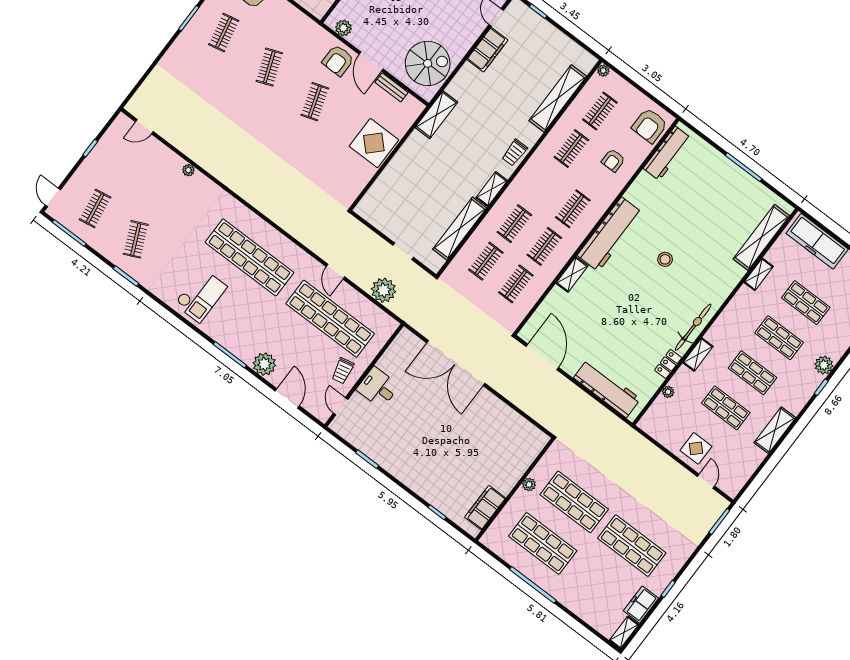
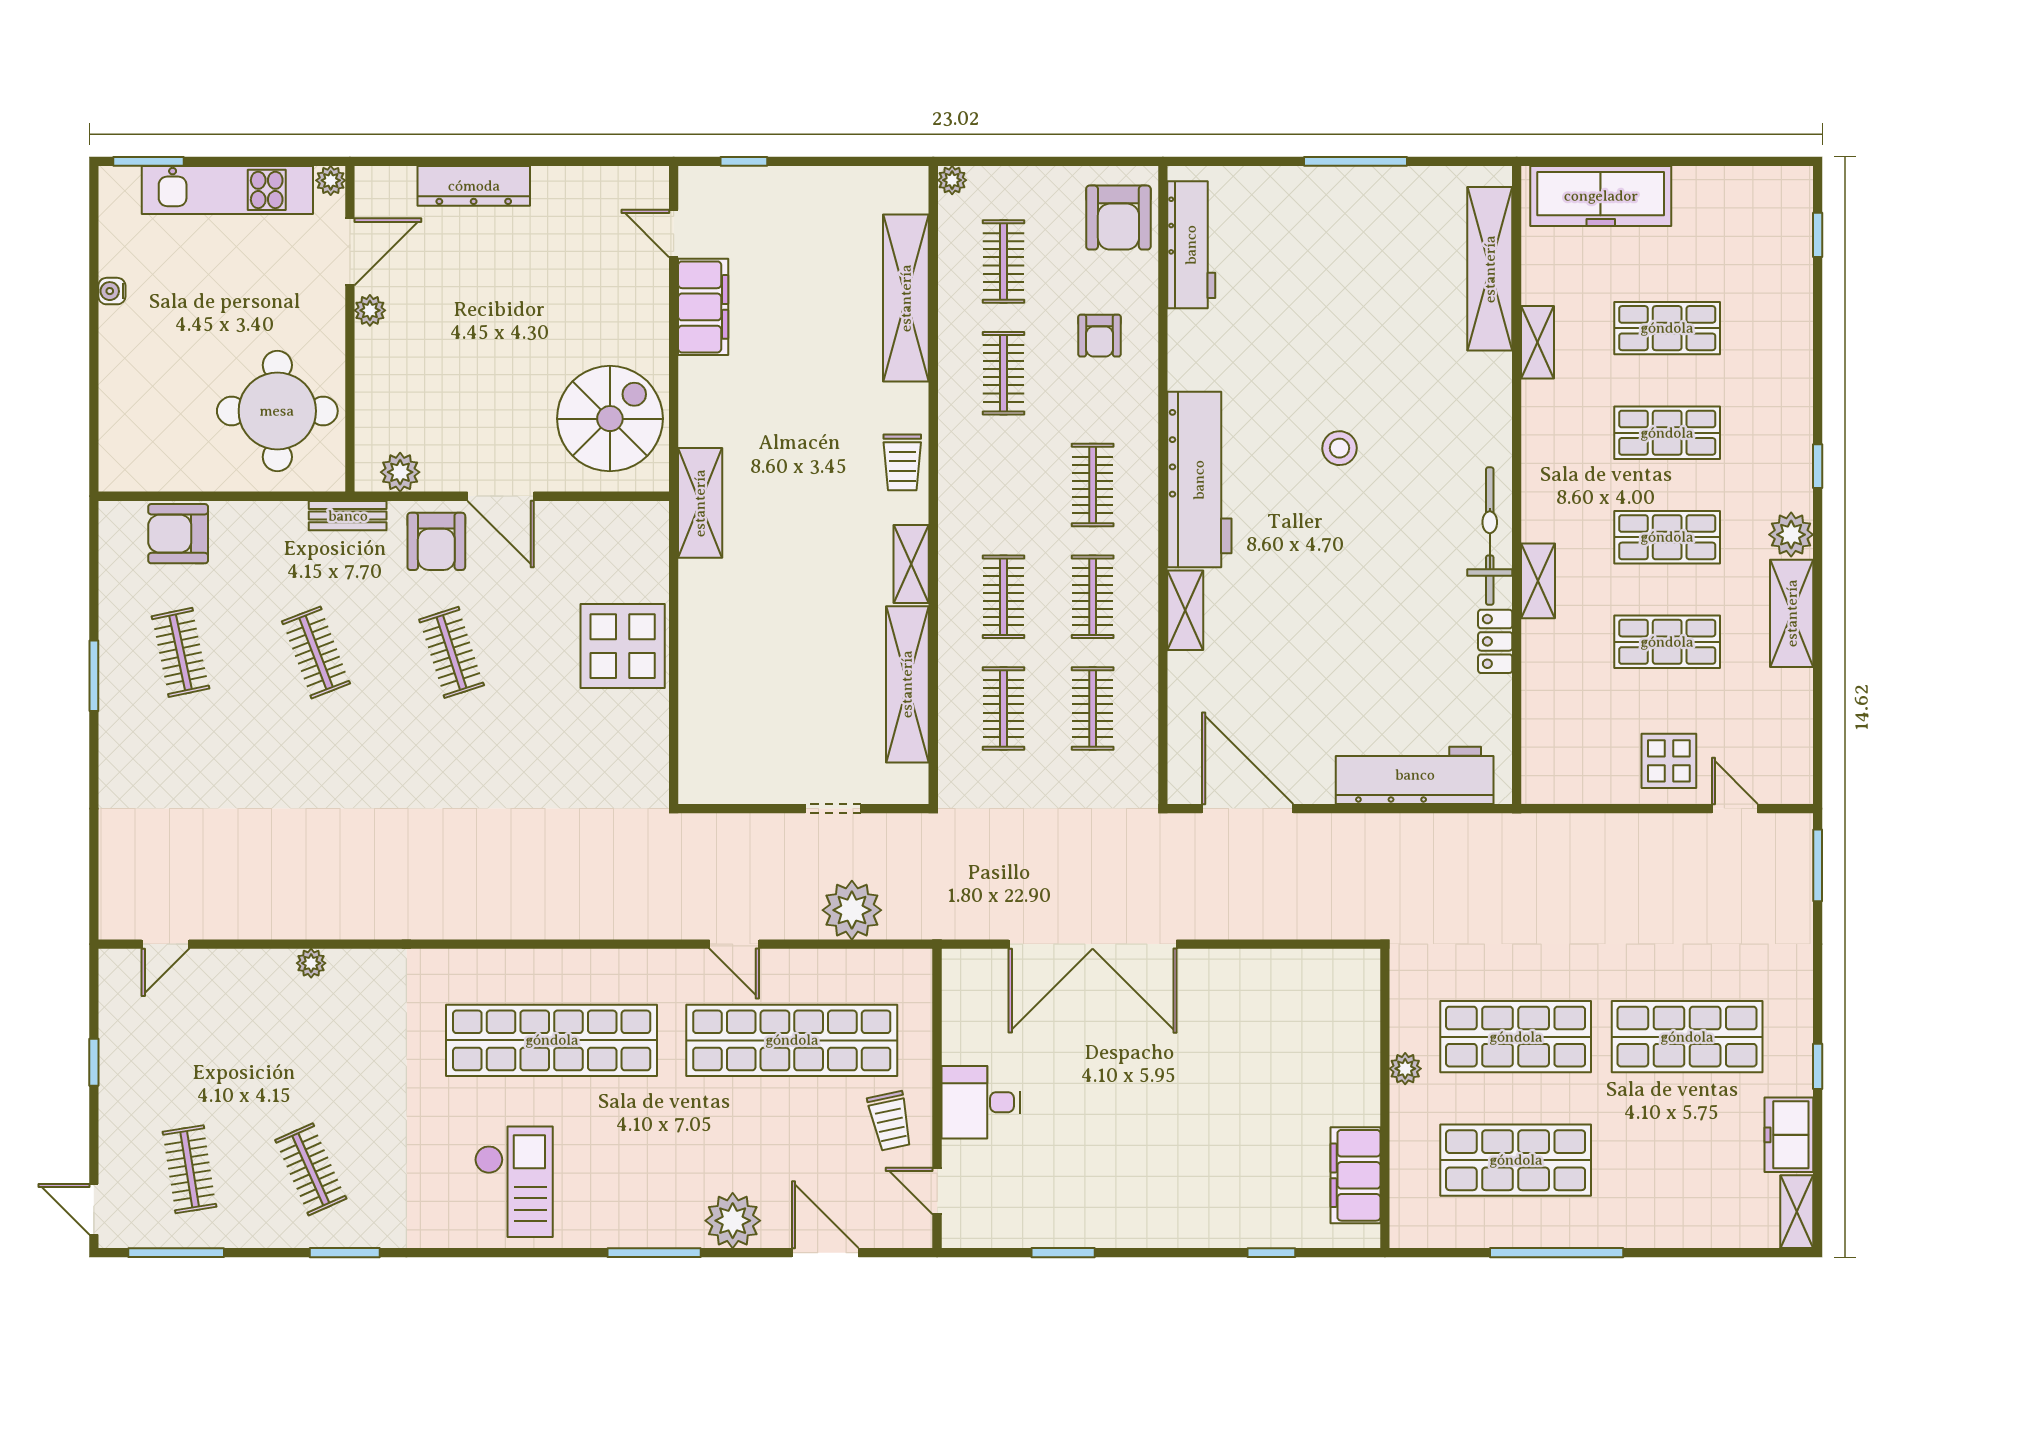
bench: (391, 87) -> (348, 516), moved
plant: (824, 365) -> (1791, 535), moved
plant: (668, 392) -> (1535, 694), removed

